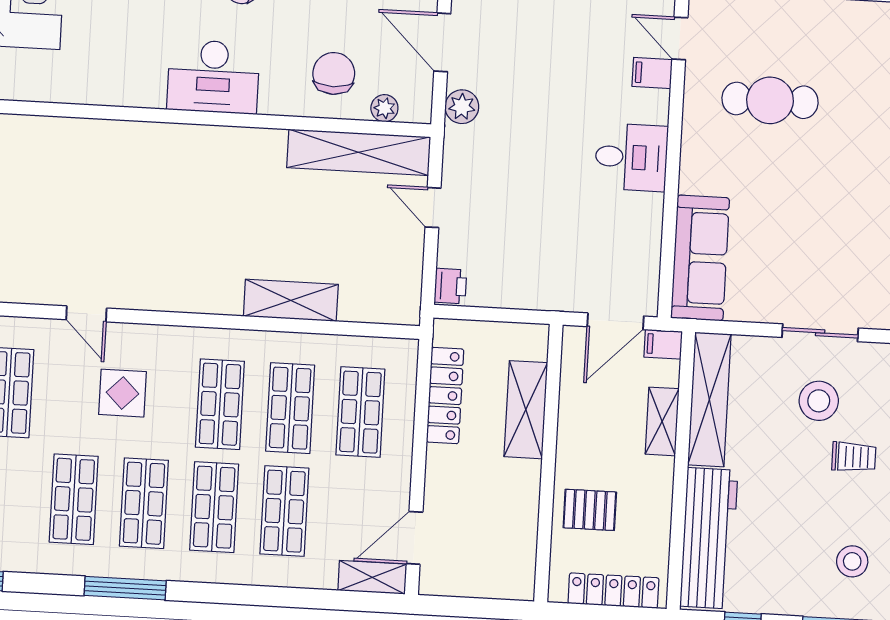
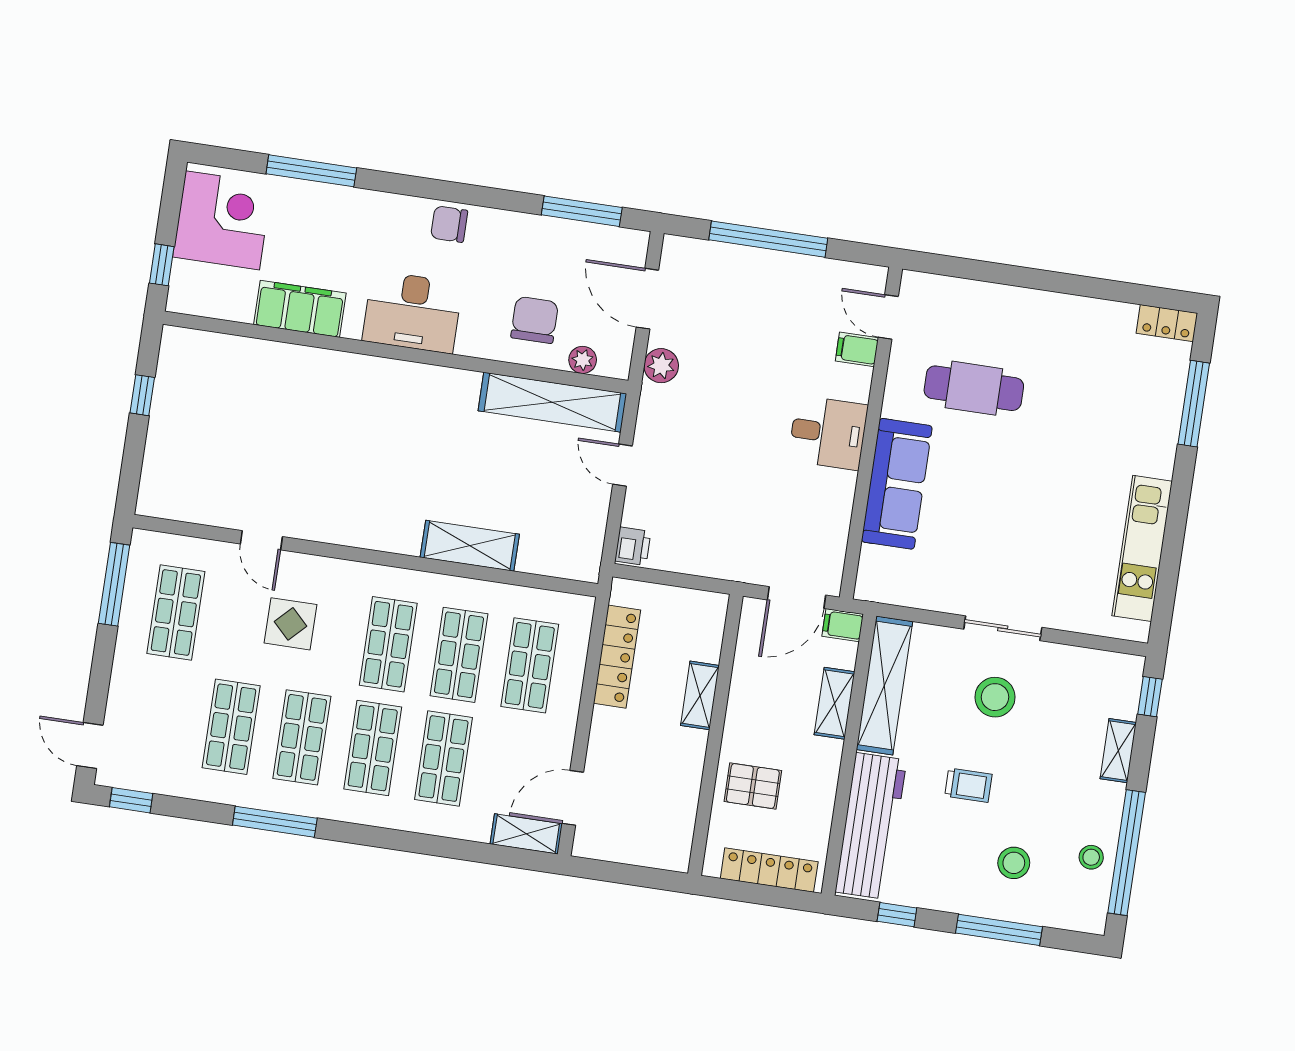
filing cabinet: (103, 84) -> (300, 309), added
sofa: (700, 258) -> (897, 484), moved
shelving: (526, 410) -> (700, 695), width x0.67, depth x0.75
trolley: (854, 457) -> (968, 785), moved

